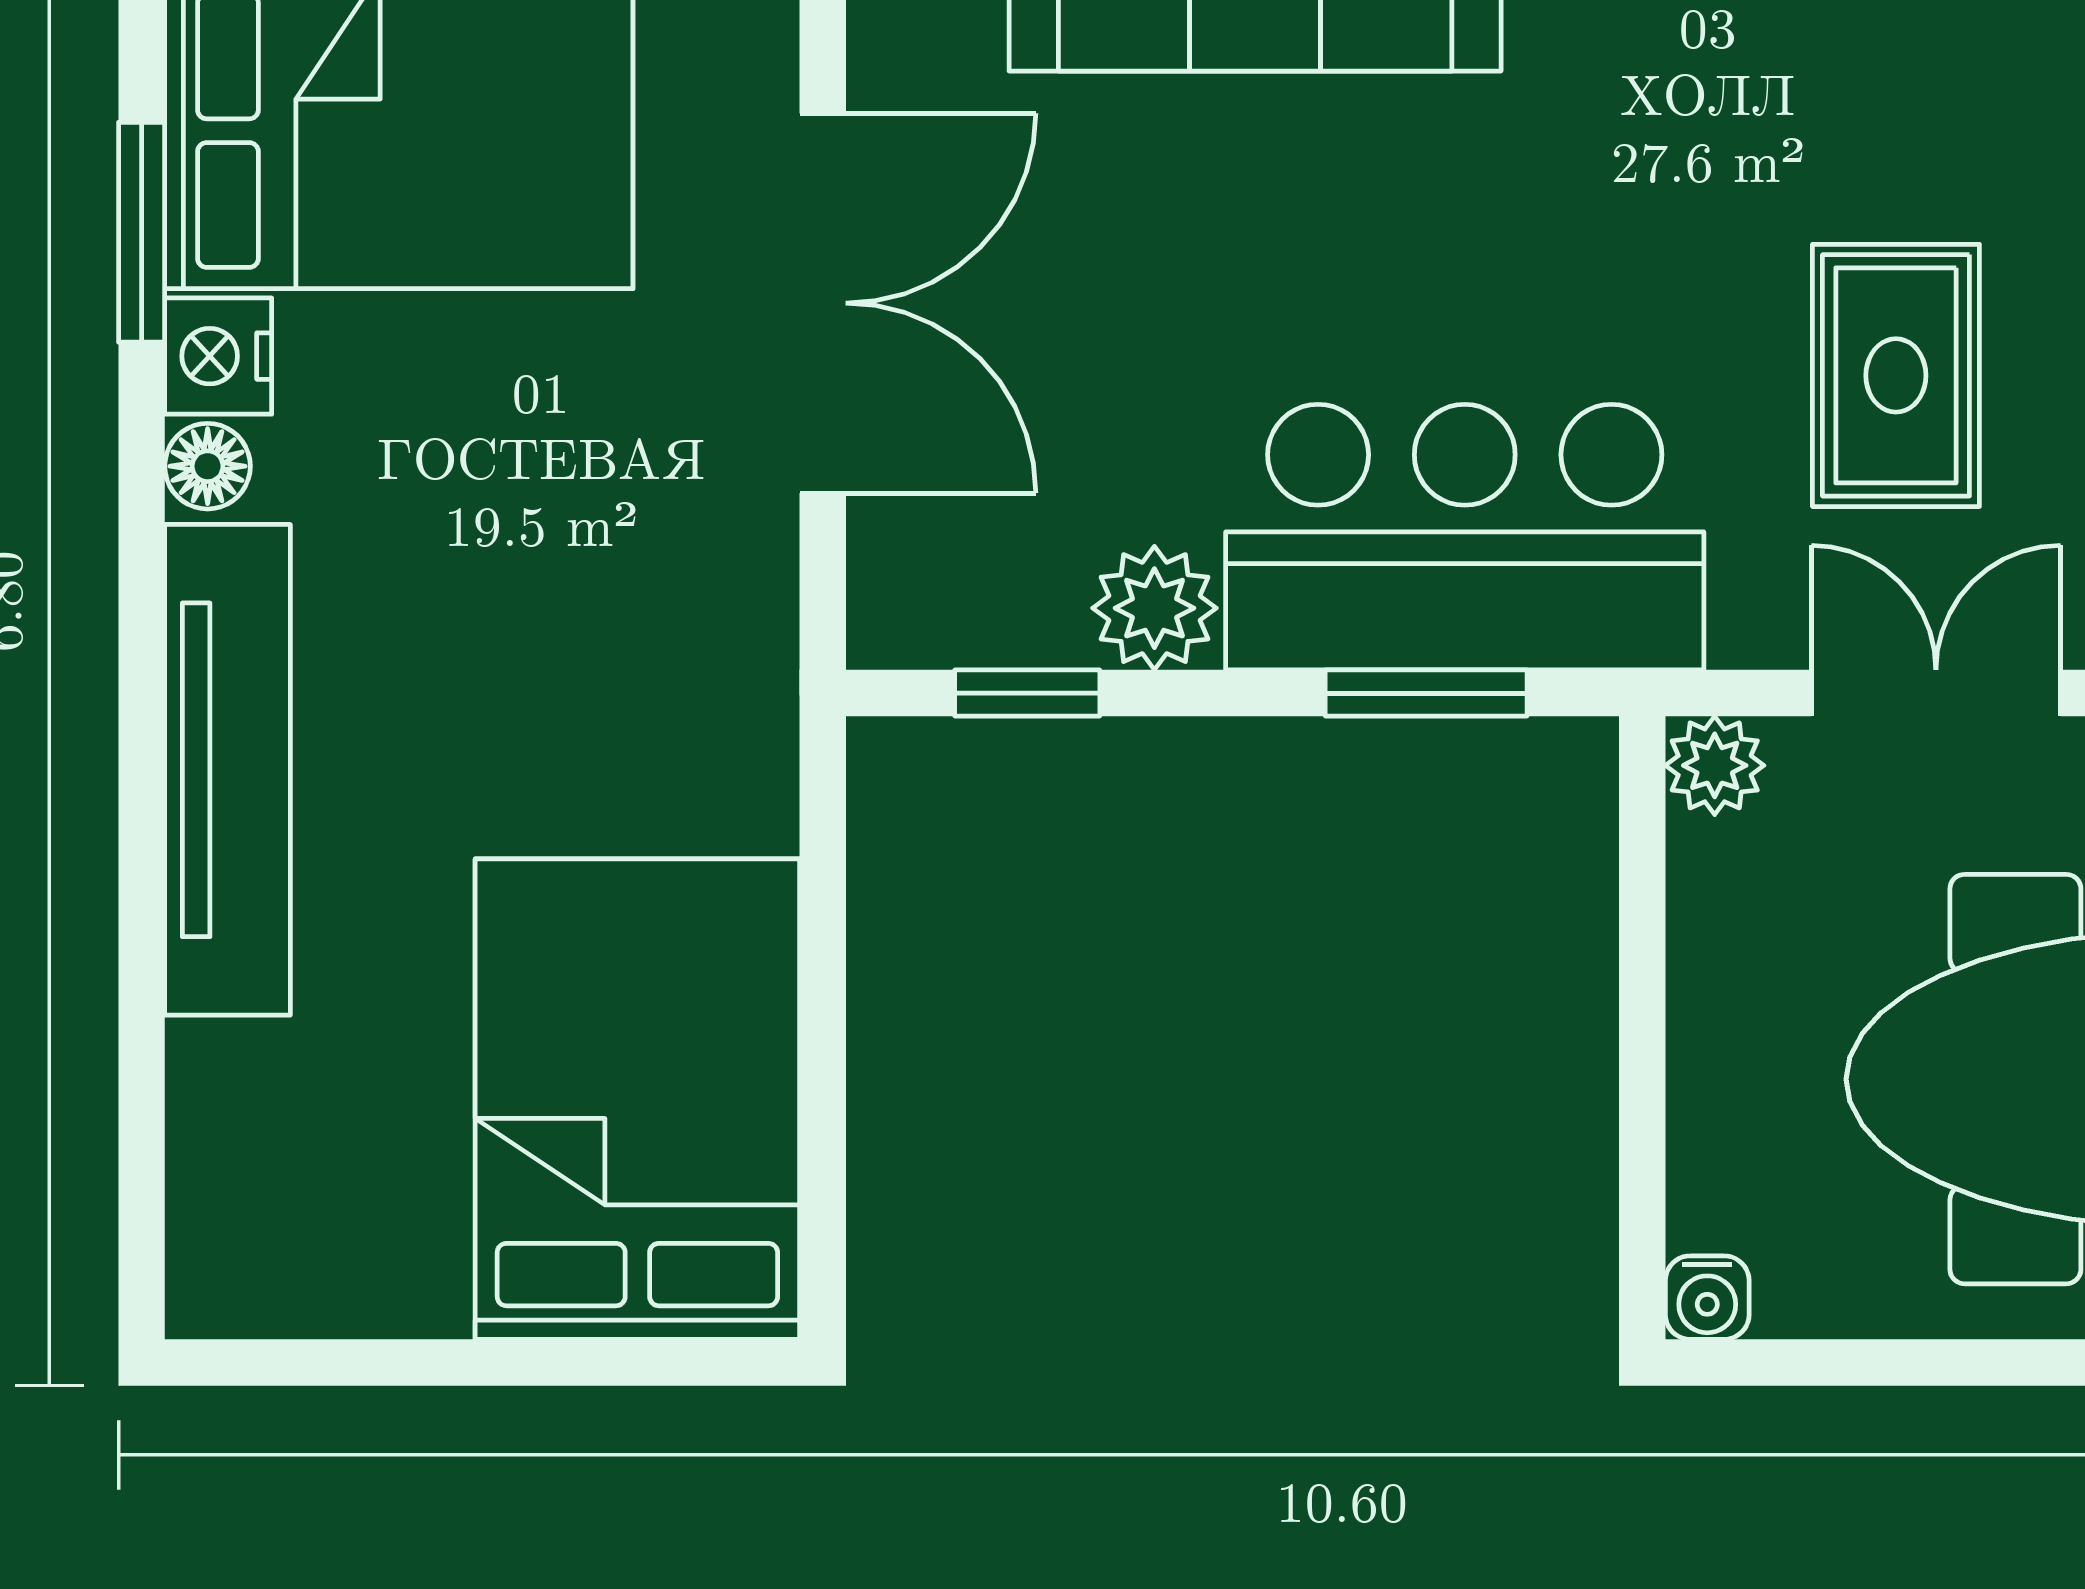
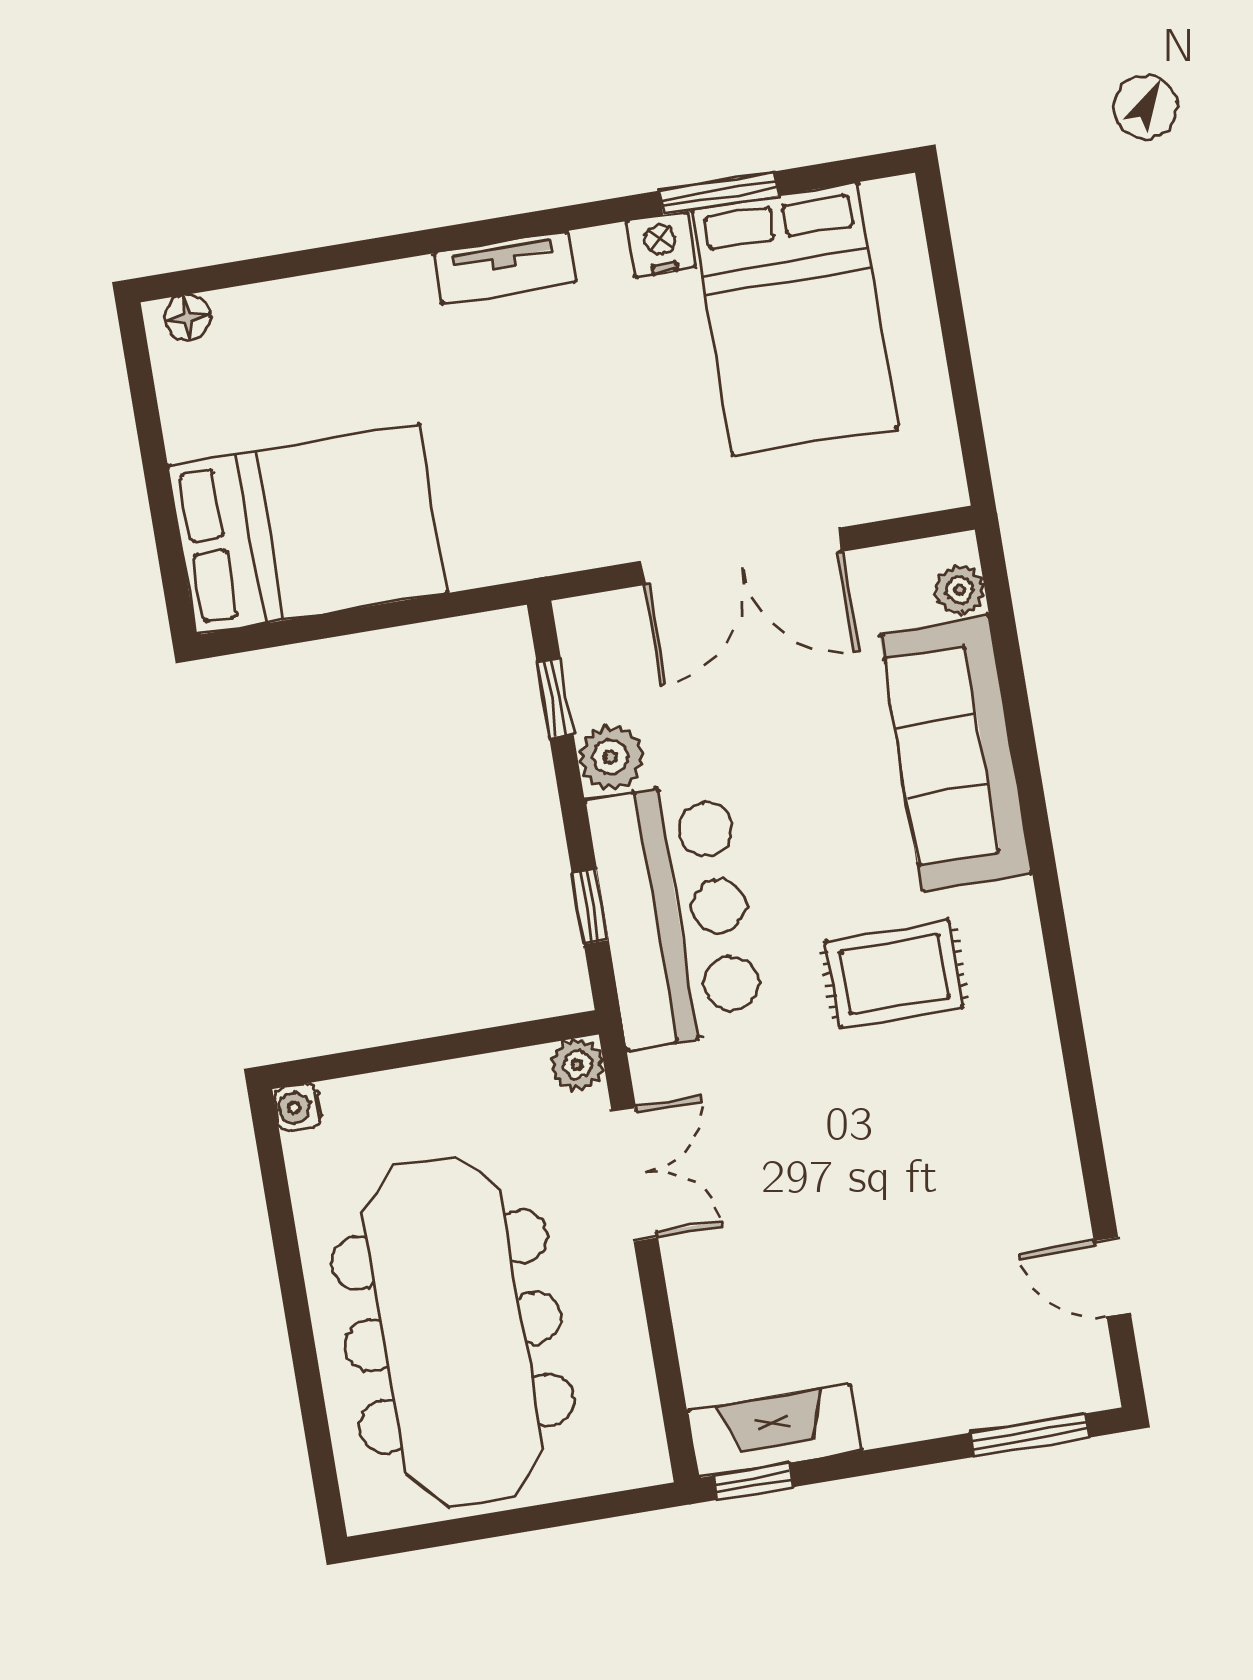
rug: (1896, 375) -> (894, 974), moved
floor lamp: (208, 466) -> (188, 317), moved
window: (1426, 693) -> (590, 907), width x0.67
tv unit: (228, 770) -> (505, 268), width x0.52, depth x0.78

